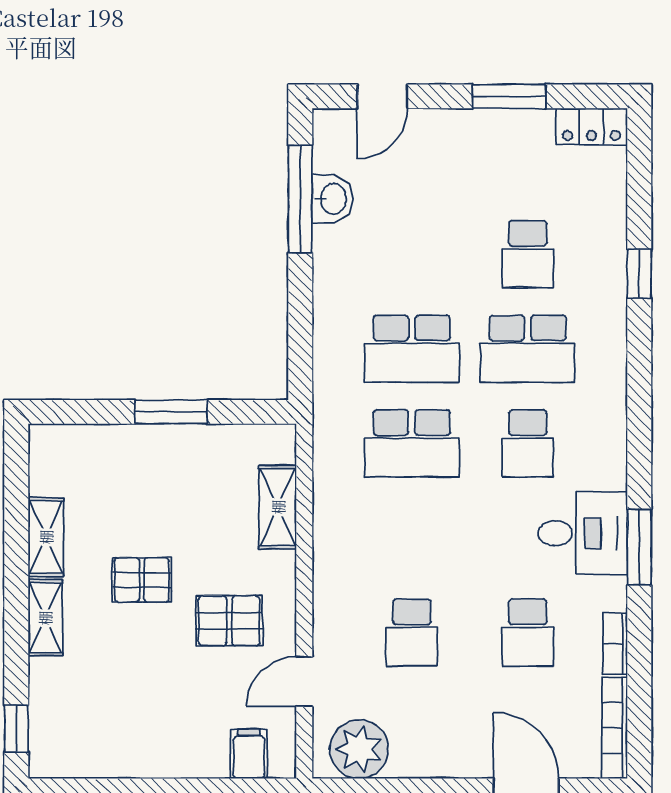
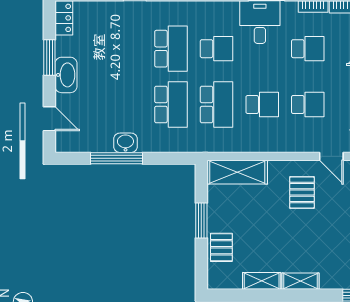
washbasin: (473, 131) -> (66, 75), added
window: (300, 199) -> (116, 158), moved
washbasin: (332, 199) -> (125, 143), moved
school desk: (528, 254) -> (262, 104), moved
shelving: (278, 507) -> (237, 172), width x1.50, depth x1.33
pallet: (142, 580) -> (221, 247), moved

